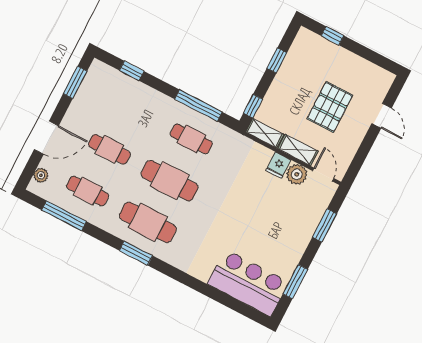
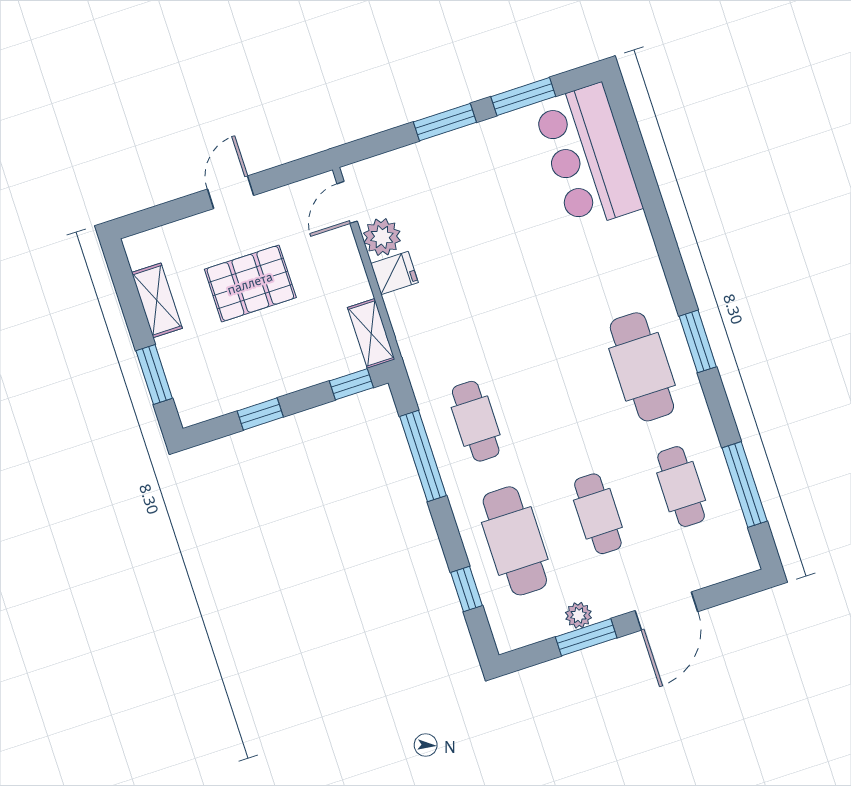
window: (333, 36) -> (154, 374), width x1.50
window: (75, 82) -> (586, 637), moved
door: (382, 116) -> (231, 192), moved
door: (46, 138) -> (666, 611), swing flipped
shelving: (298, 150) -> (157, 300), moved
plant: (41, 175) -> (579, 615), moved
cafe table: (170, 181) -> (515, 541), moved
window: (325, 225) -> (445, 122), moved

